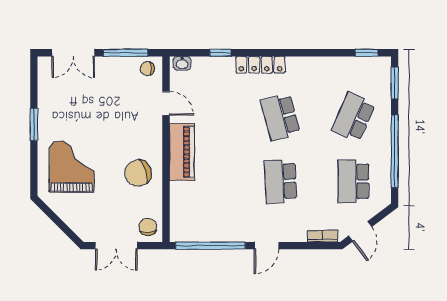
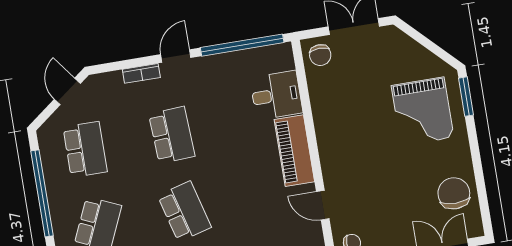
window: (34, 124) -> (466, 97), moved
chair: (138, 173) -> (454, 193), moved, turned -71
desk: (189, 200) -> (276, 95), added
bookcase: (323, 236) -> (141, 73), moved

